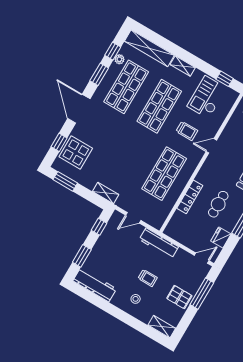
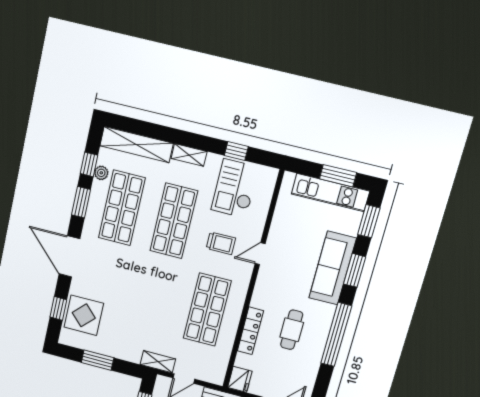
window: (225, 79) -> (236, 151), moved
window: (65, 181) -> (98, 360), moved
shelving: (106, 193) -> (158, 362), moved
fridge: (221, 238) -> (240, 379), moved, turned 180

